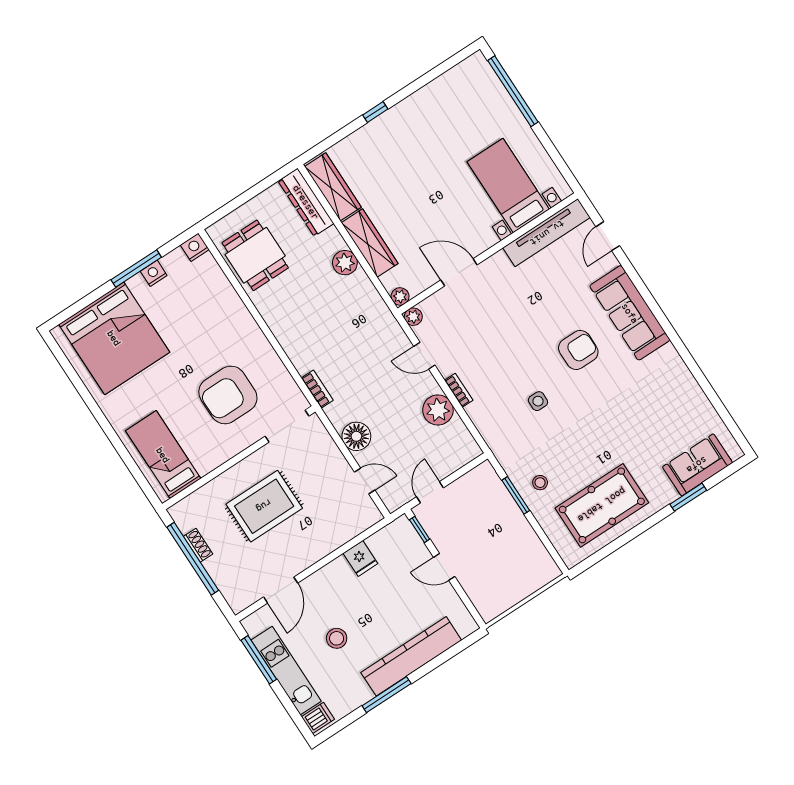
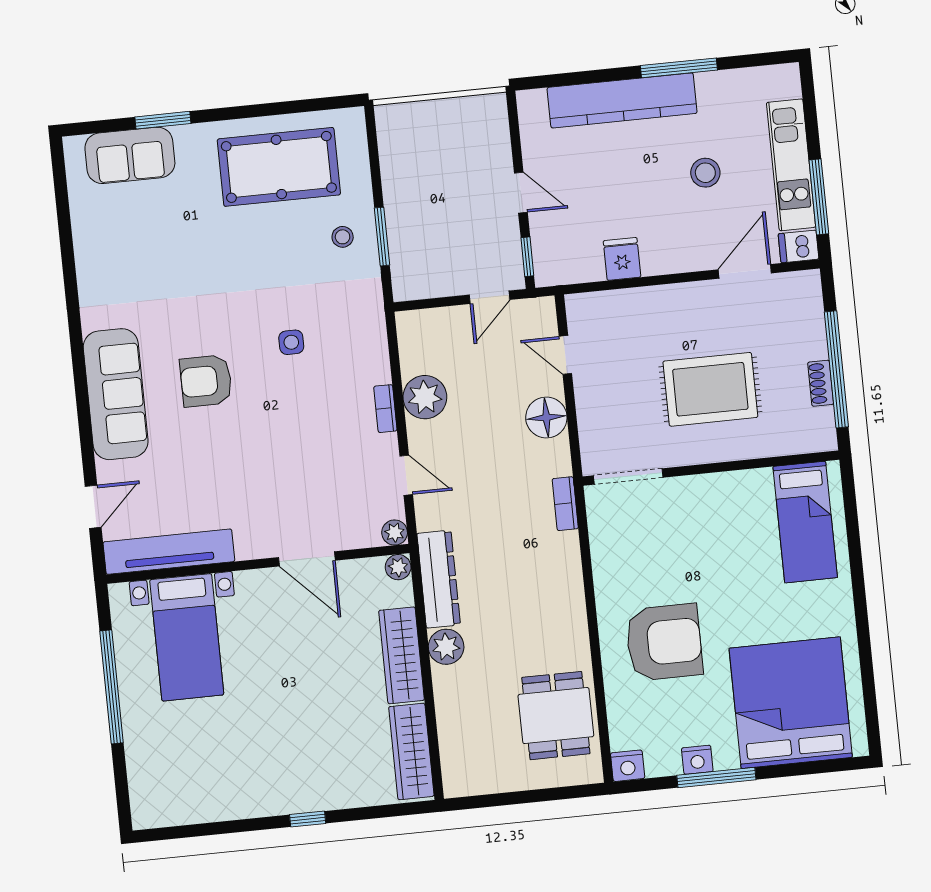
window: (513, 91) -> (111, 687), moved
dresser: (306, 202) -> (439, 579), moved
armchair: (228, 395) -> (664, 642), moved
dishwasher: (318, 718) -> (799, 246), moved

